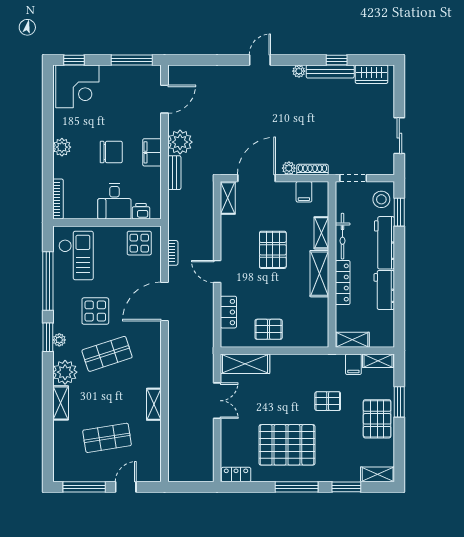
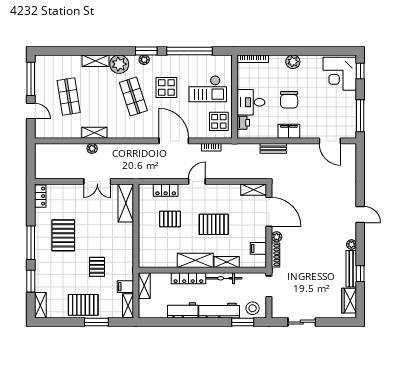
plant: (180, 142) -> (92, 148), moved, width x0.53, depth x0.53
checkout: (76, 255) -> (208, 89), moved
pallet: (269, 329) -> (170, 219), moved, turned 90
pallet: (287, 445) -> (63, 235), width x0.73, depth x0.71

